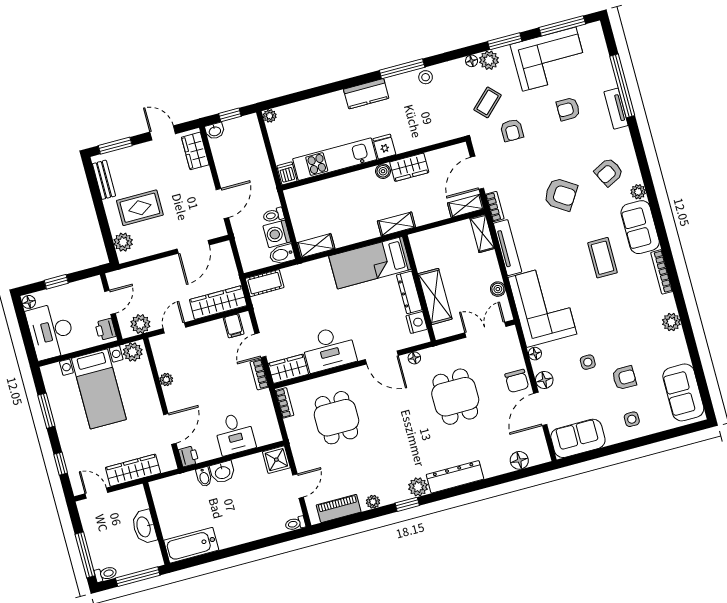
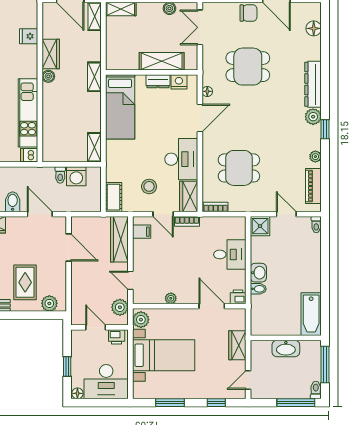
fridge: (384, 147) -> (29, 36), moved
bidet: (282, 254) -> (13, 202), moved, turned 180
dresser: (409, 292) -> (158, 81), width x0.70
stool: (288, 320) -> (149, 186), added
wardrobe: (133, 470) -> (237, 345), width x0.67

